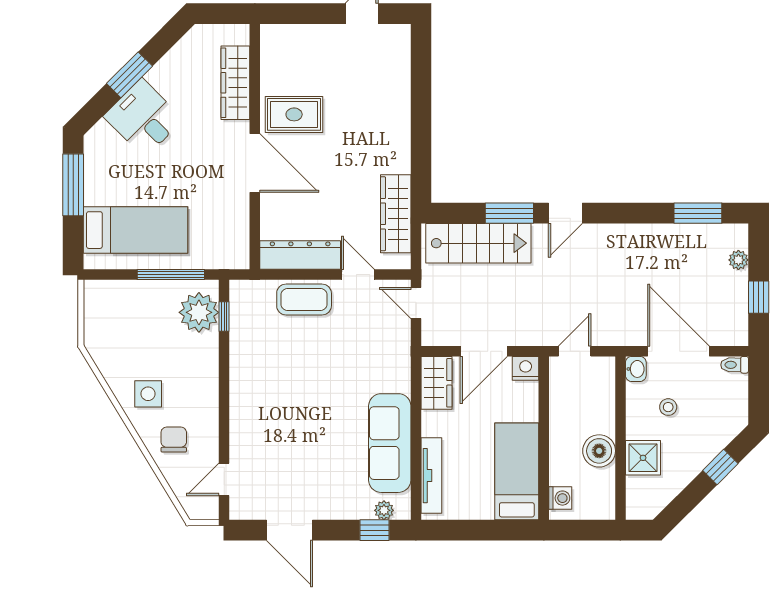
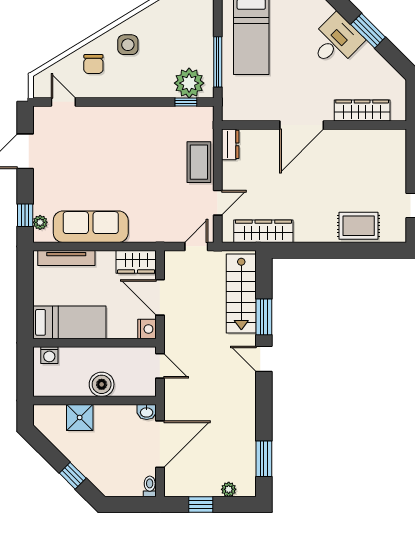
rug: (294, 114) -> (359, 226), moved, turned 90
dresser: (300, 255) -> (230, 144), width x0.51, depth x0.80
stool: (668, 407) -> (118, 436), removed
chair: (174, 439) -> (93, 64), turned 90
boiler: (599, 451) -> (102, 384), moved

